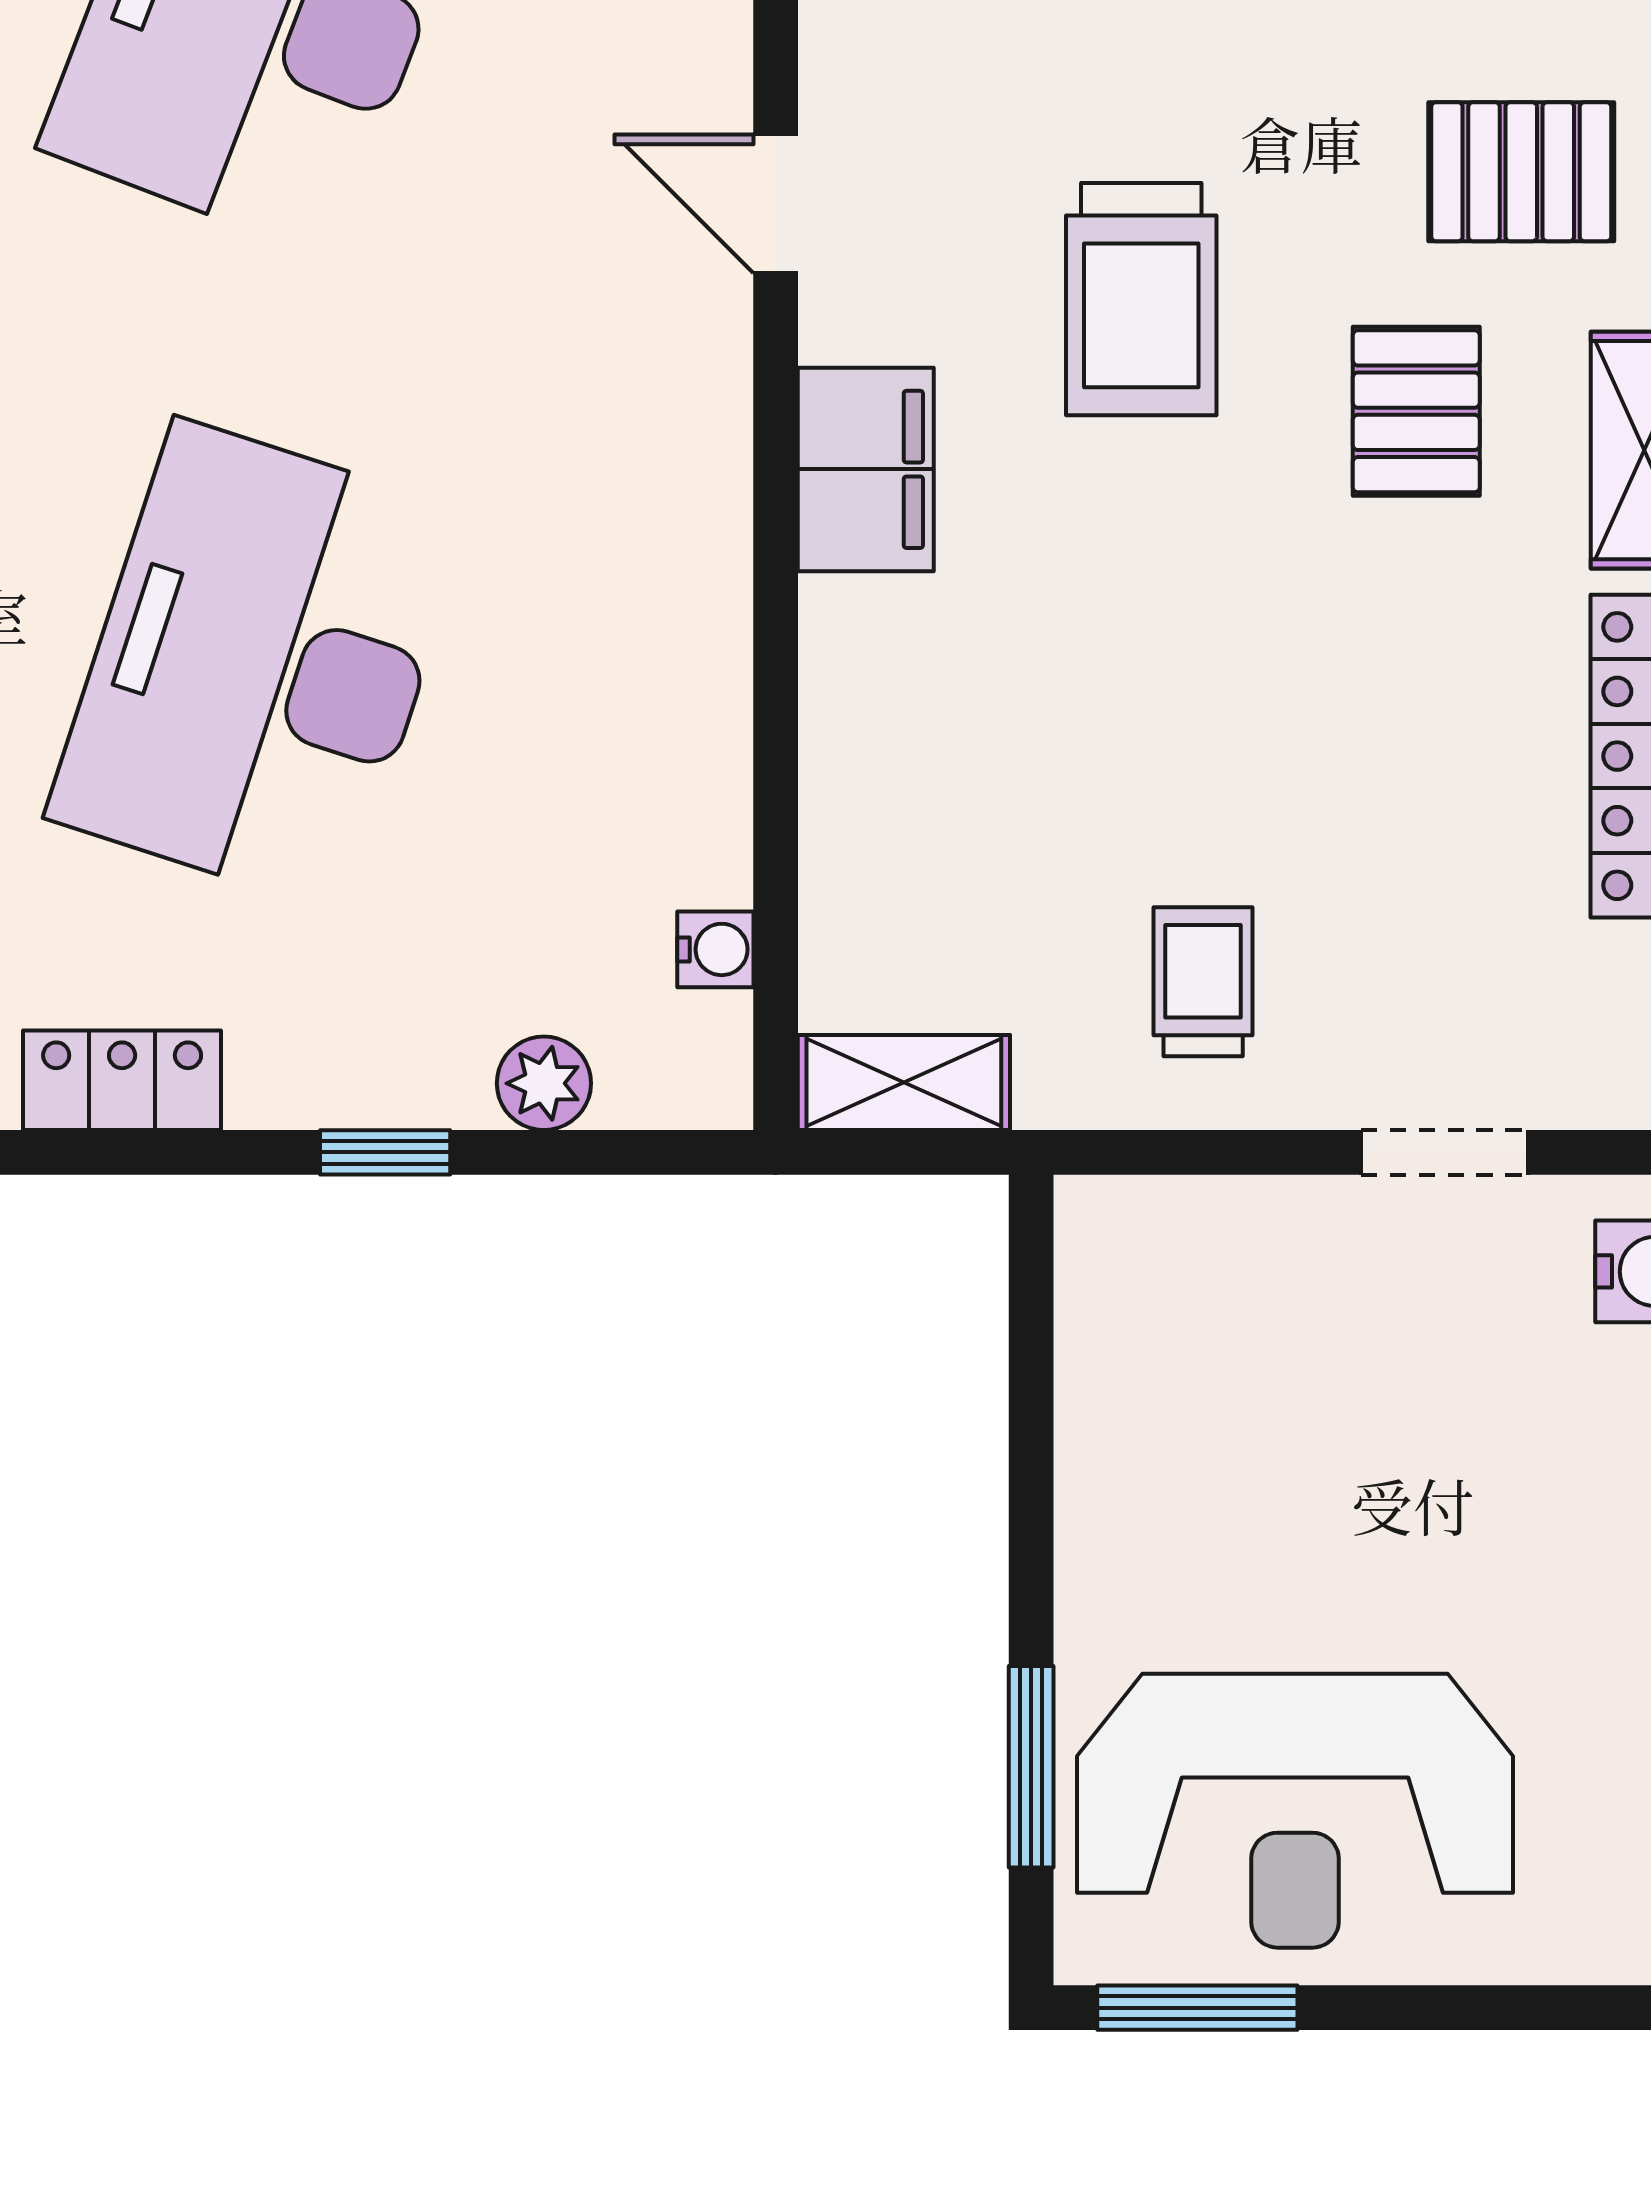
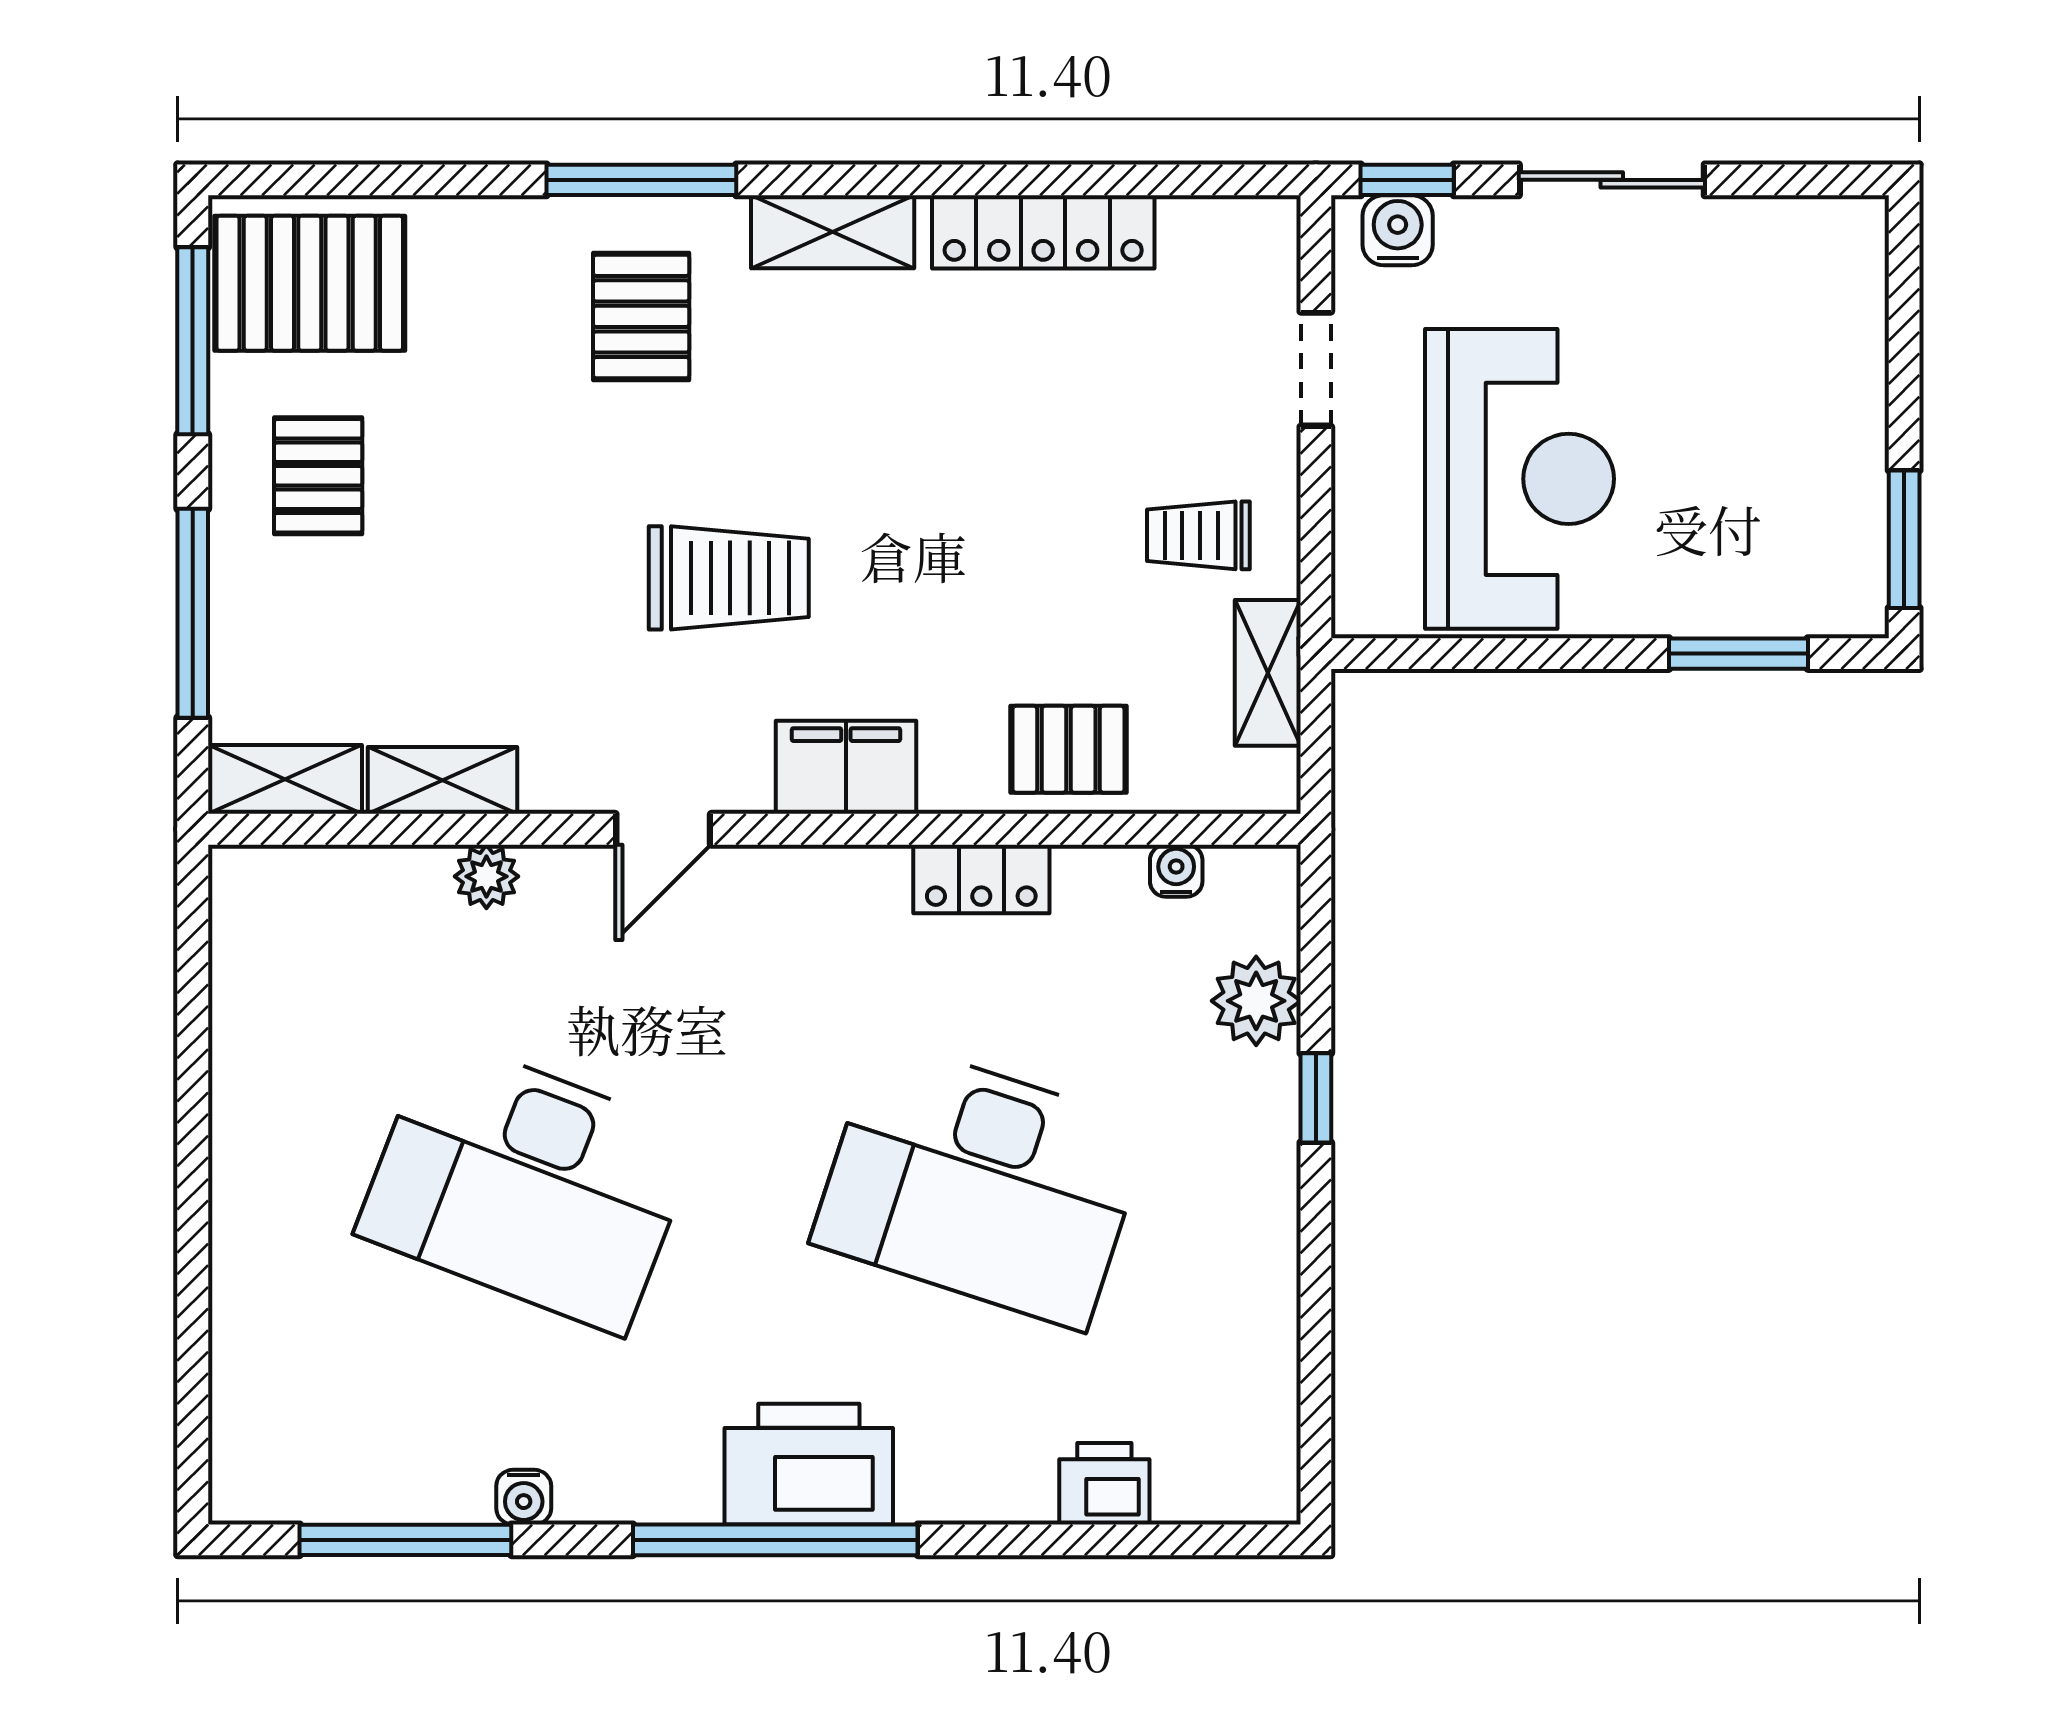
pallet: (1416, 411) -> (1069, 749), moved
locker: (122, 1080) -> (981, 879), moved, turned -90
plant: (544, 1083) -> (1256, 1001), width x1.38, depth x1.38
shelving: (904, 1083) -> (1268, 673), moved
reception desk: (1295, 1811) -> (1520, 479), moved

